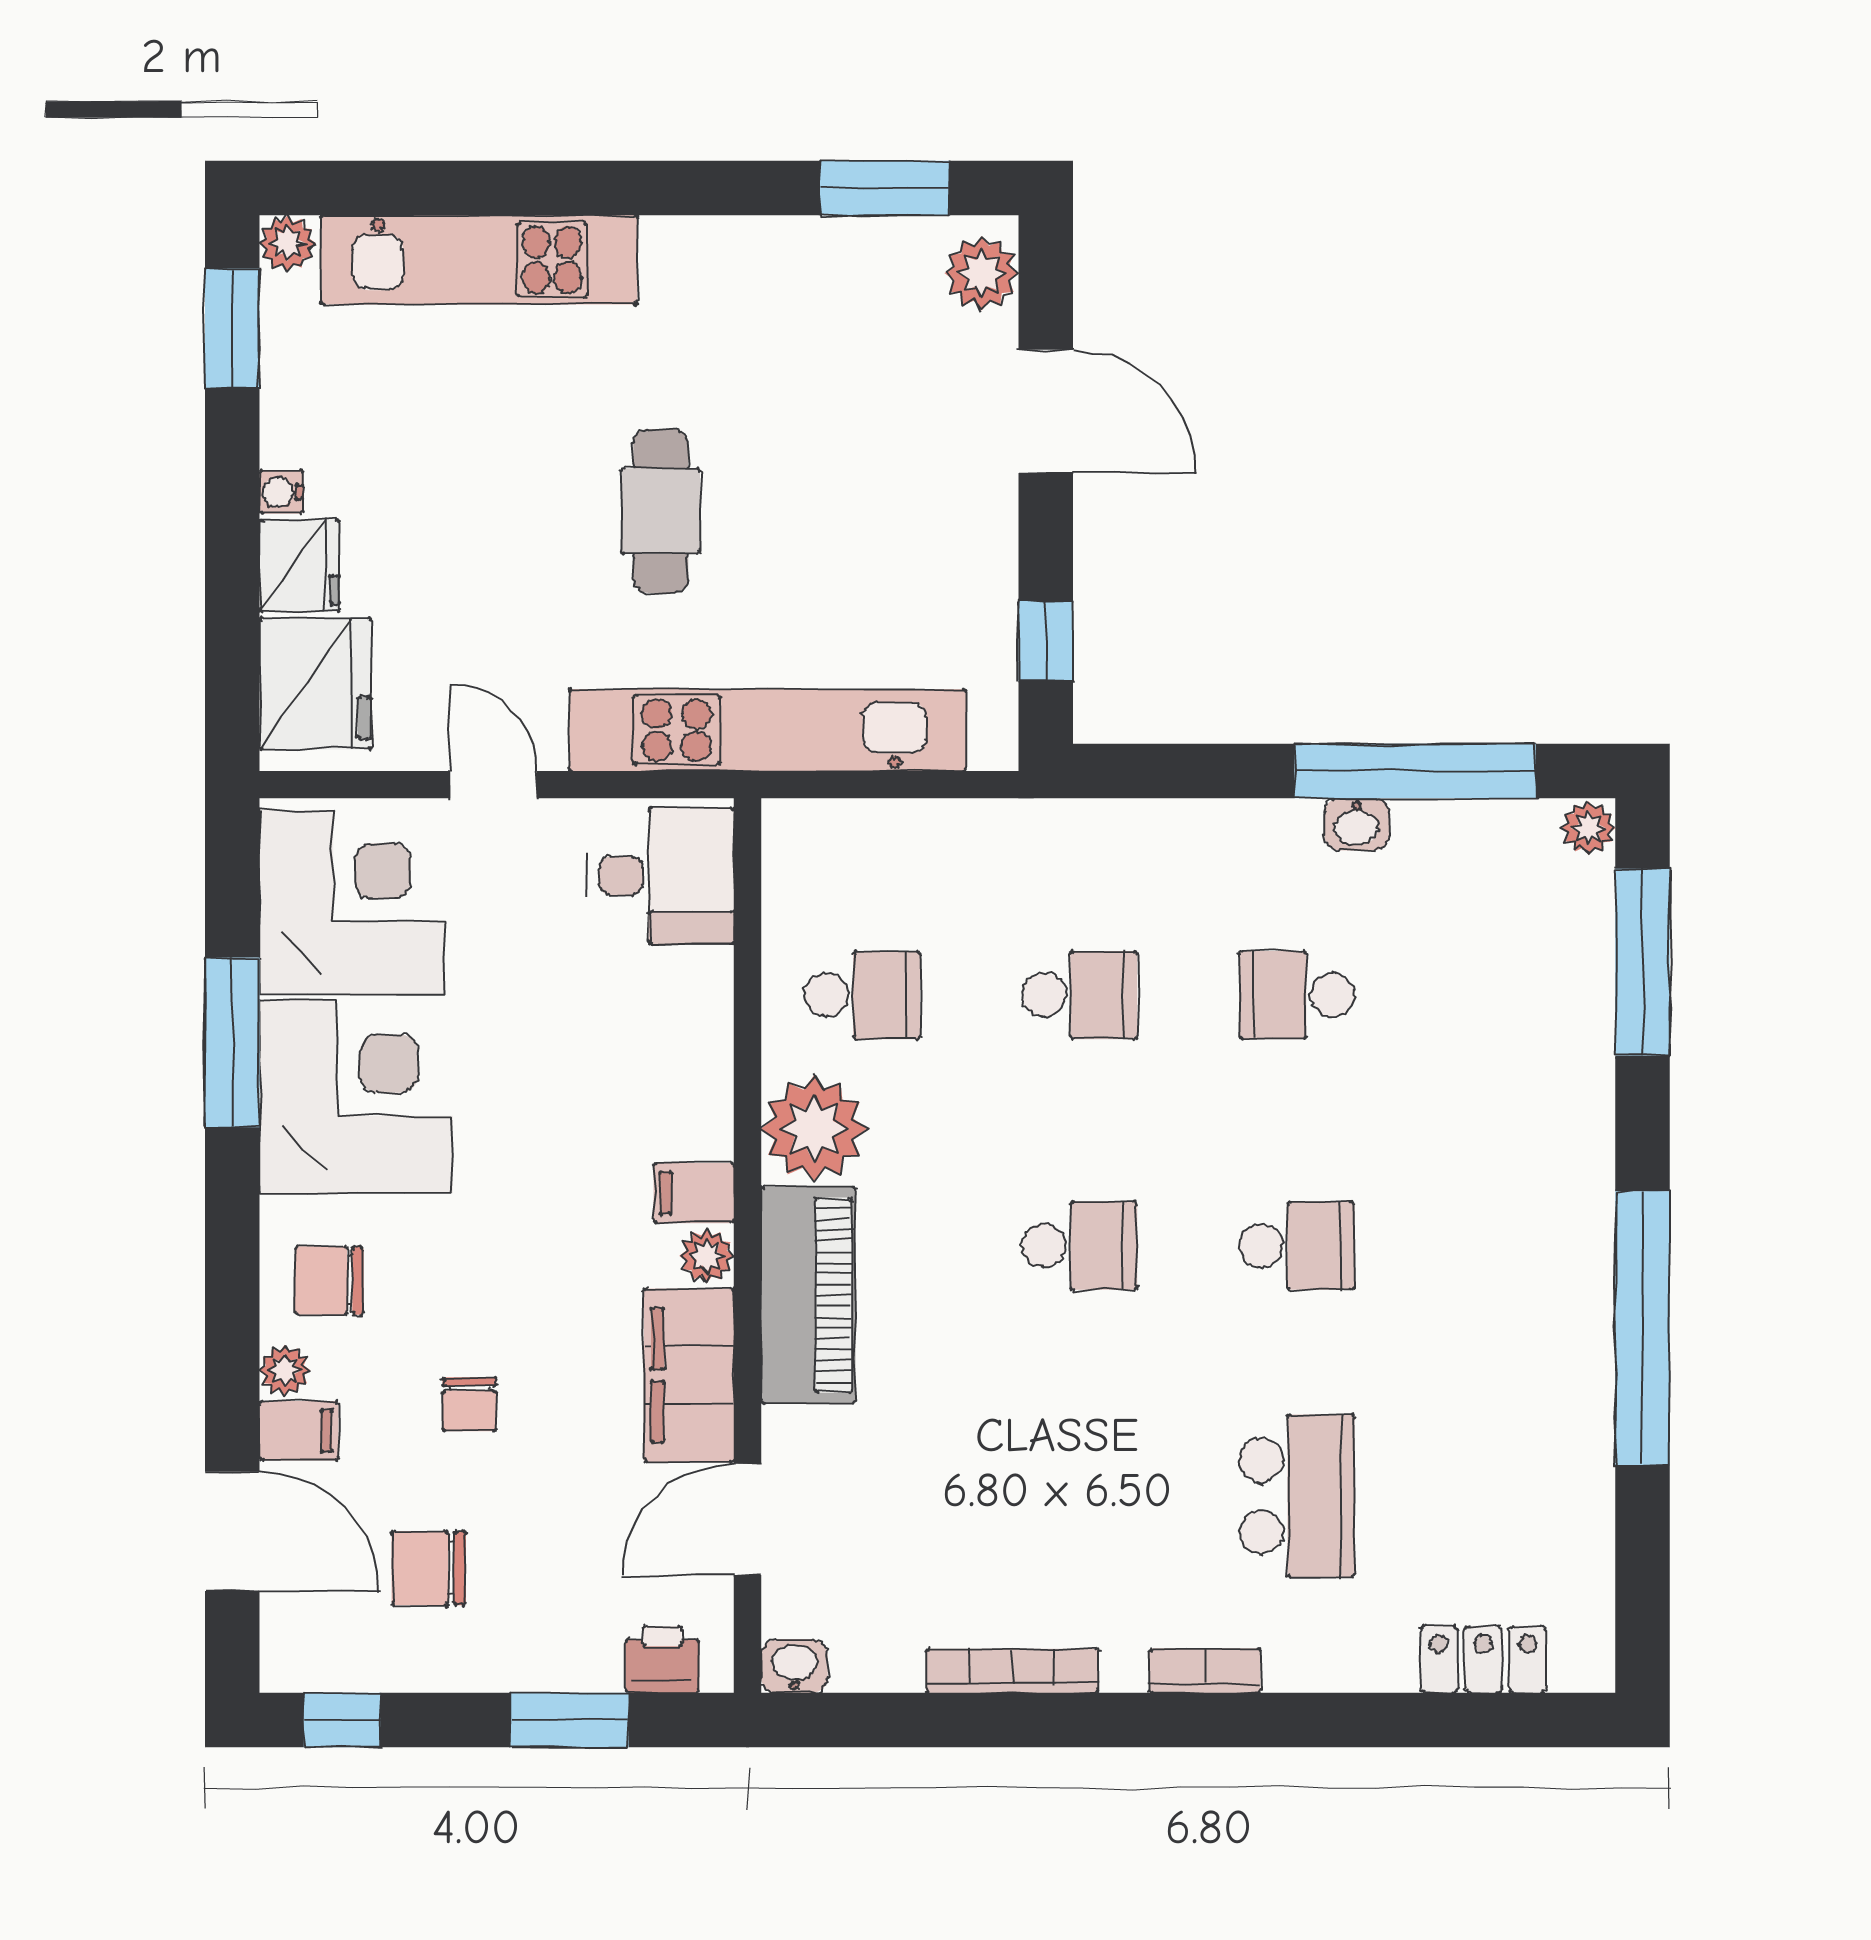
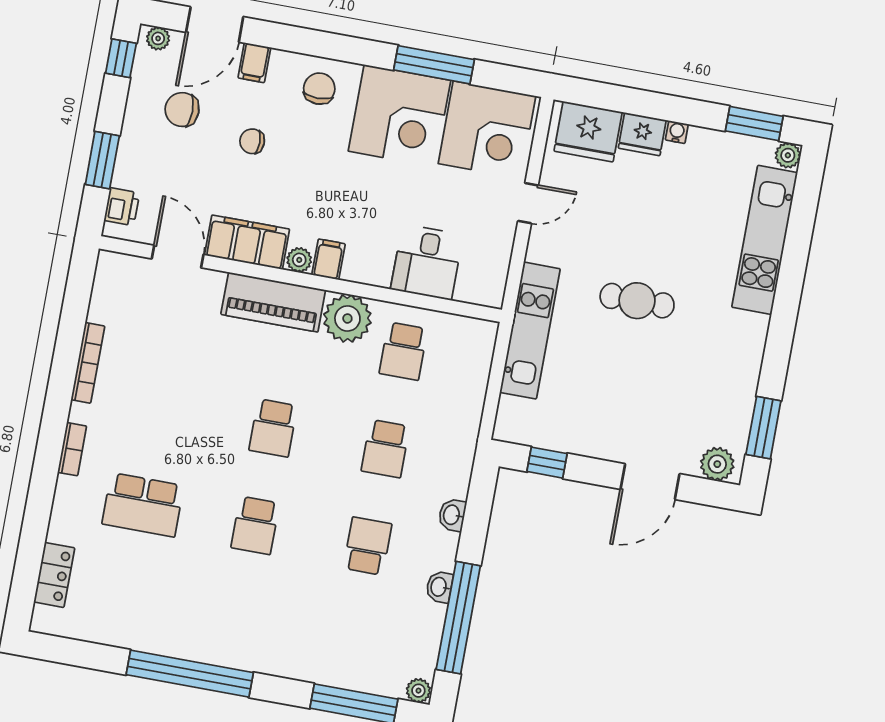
kitchen unit: (768, 730) -> (530, 331), width x0.73
desk: (661, 876) -> (427, 262), moved
plant: (285, 1370) -> (158, 38), moved
chair: (429, 1568) -> (182, 110), turned -90
washbasin: (794, 1666) -> (452, 515), moved, turned 180

